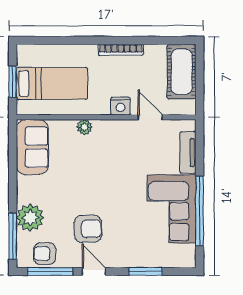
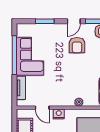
armchair: (88, 229) -> (77, 45), turned -89
door: (94, 271) -> (74, 21), hinge flipped

